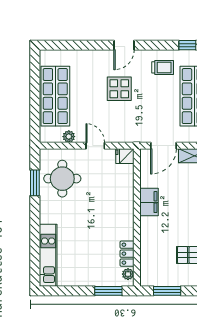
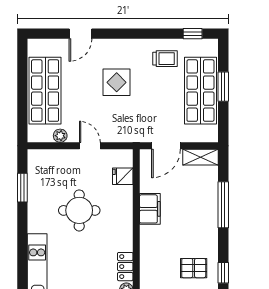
door: (124, 45) -> (80, 34), moved
fridge: (125, 156) -> (123, 176), moved
round table: (62, 179) -> (79, 210), moved

